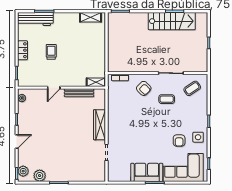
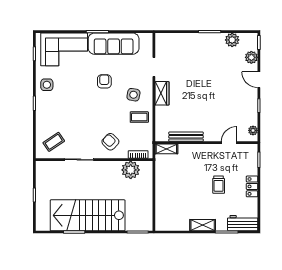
shelving: (90, 17) -> (203, 225), moved
workbench: (35, 19) -> (243, 223), width x0.73
stairs: (172, 21) -> (88, 215), width x1.36, depth x1.51
plant: (126, 64) -> (131, 170), added
door: (54, 88) -> (229, 143), moved
coffee table: (167, 99) -> (139, 117), moved
wardrobe: (100, 125) -> (162, 93), width x0.67
side table: (124, 129) -> (133, 95), added
door: (17, 141) -> (259, 80), hinge flipped
armchair: (179, 141) -> (104, 81), moved
plant: (23, 171) -> (251, 57), moved
sofa: (147, 172) -> (114, 44), width x1.36

